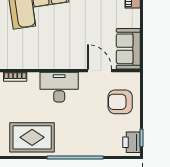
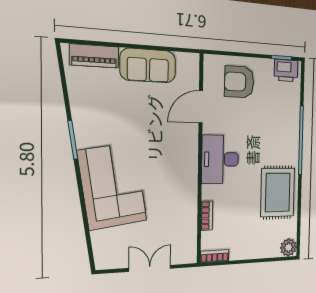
sofa: (128, 49) -> (148, 66), moved
armchair: (120, 102) -> (239, 82), turned 90

